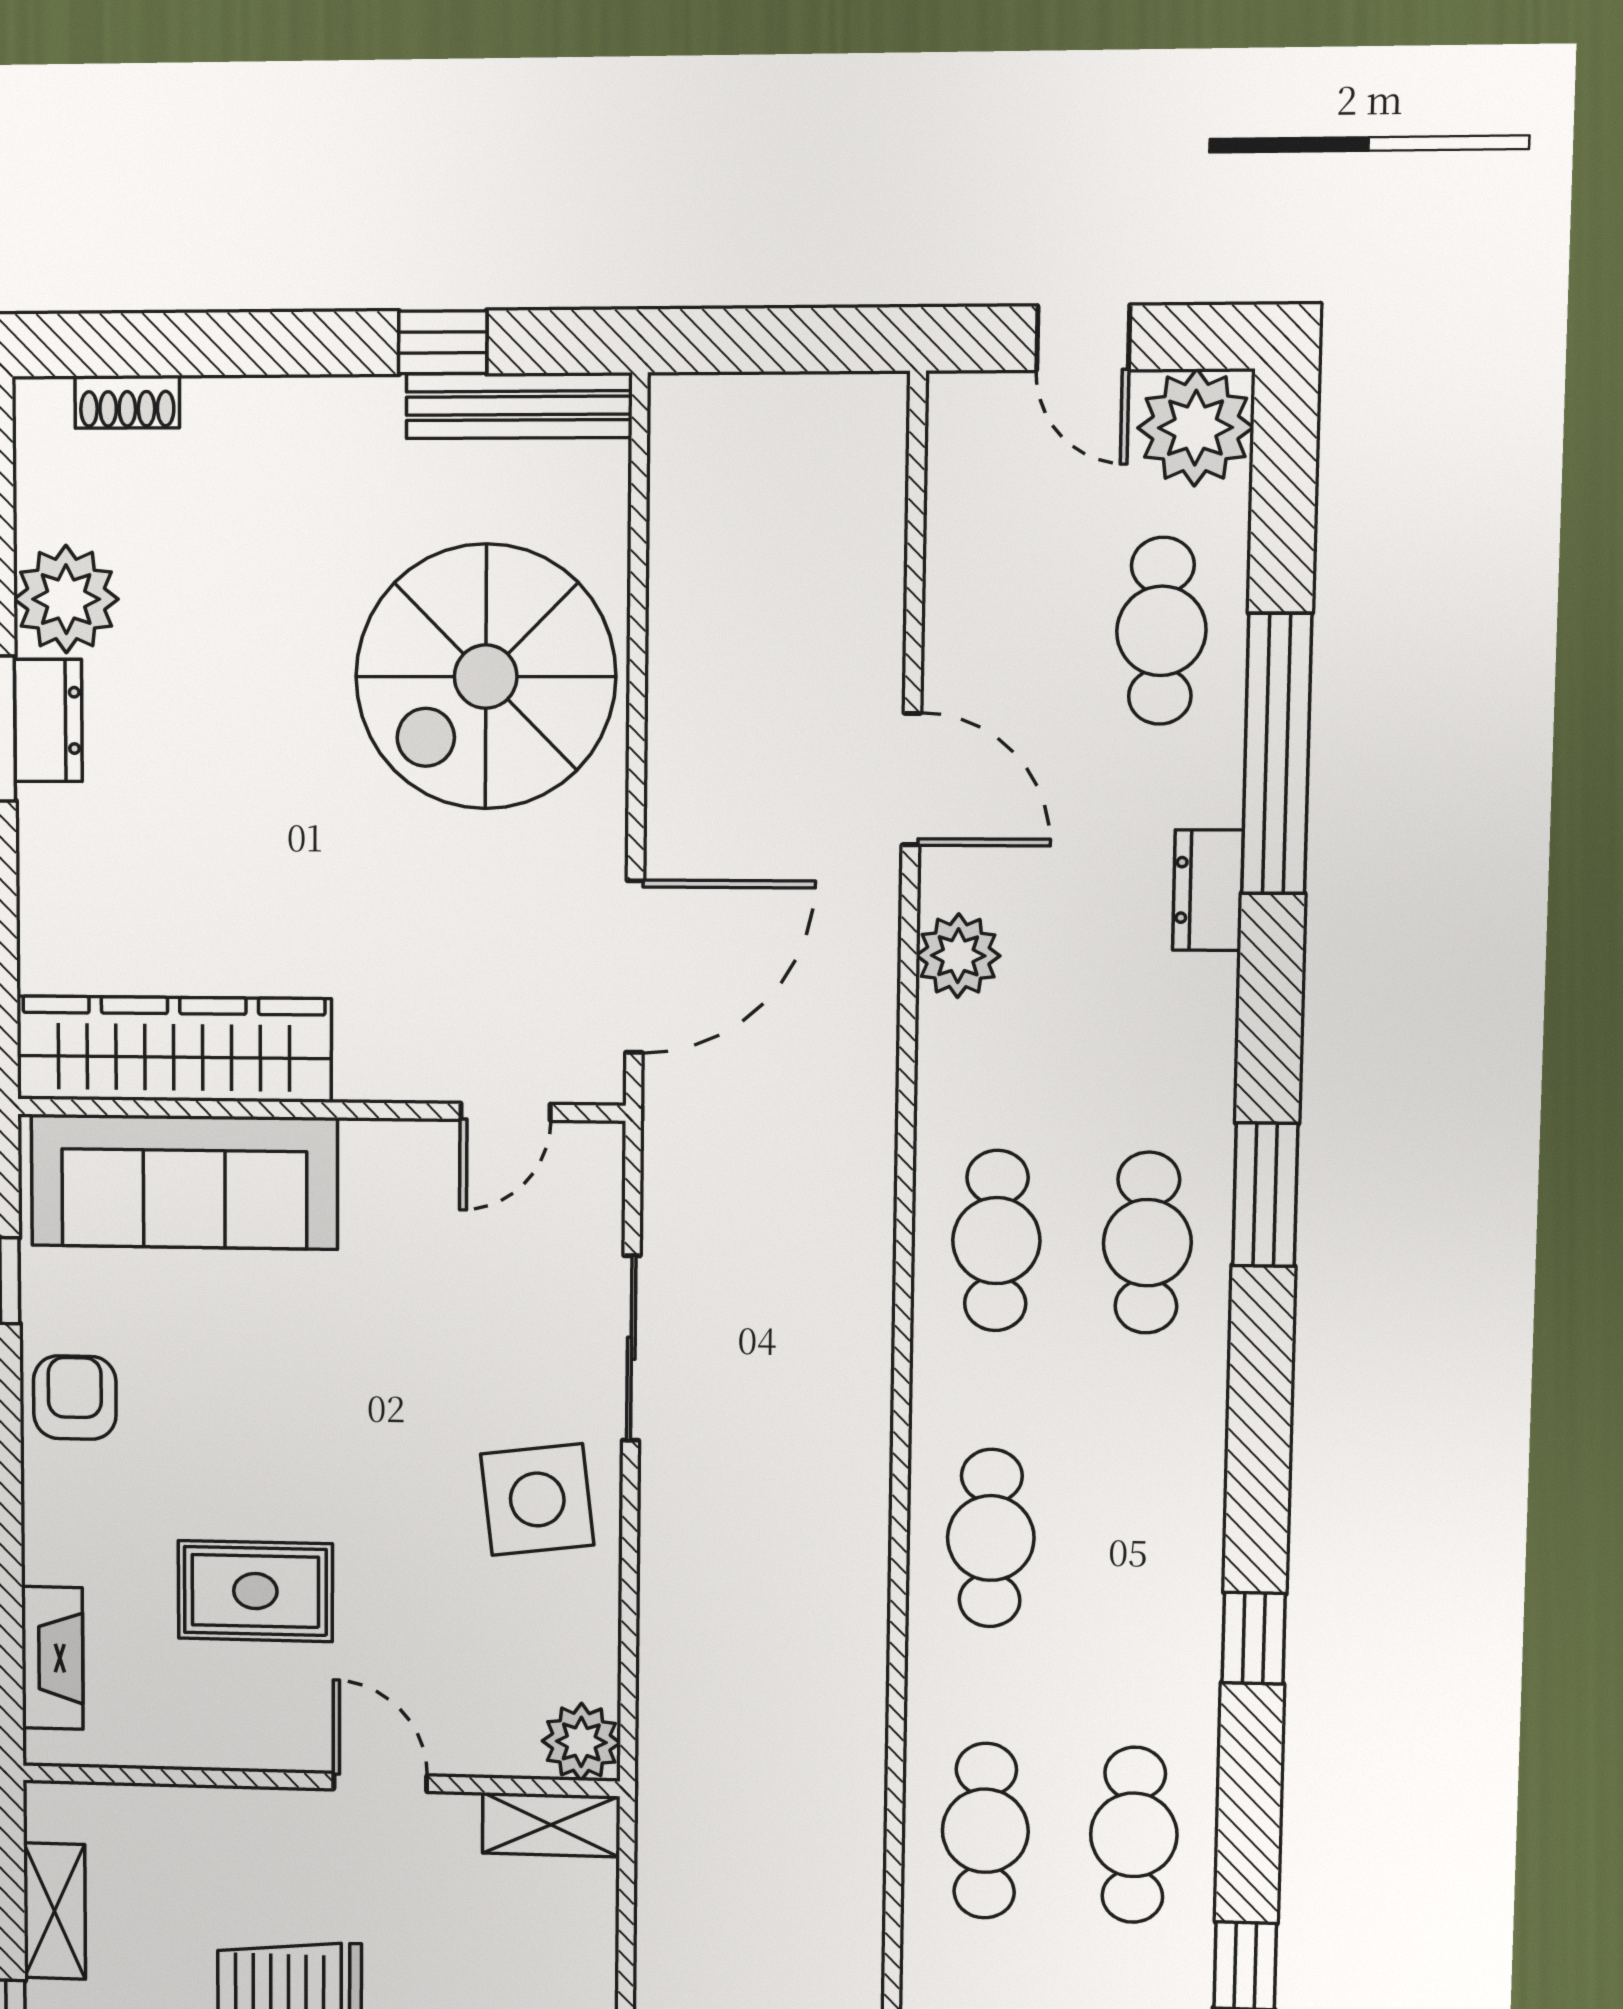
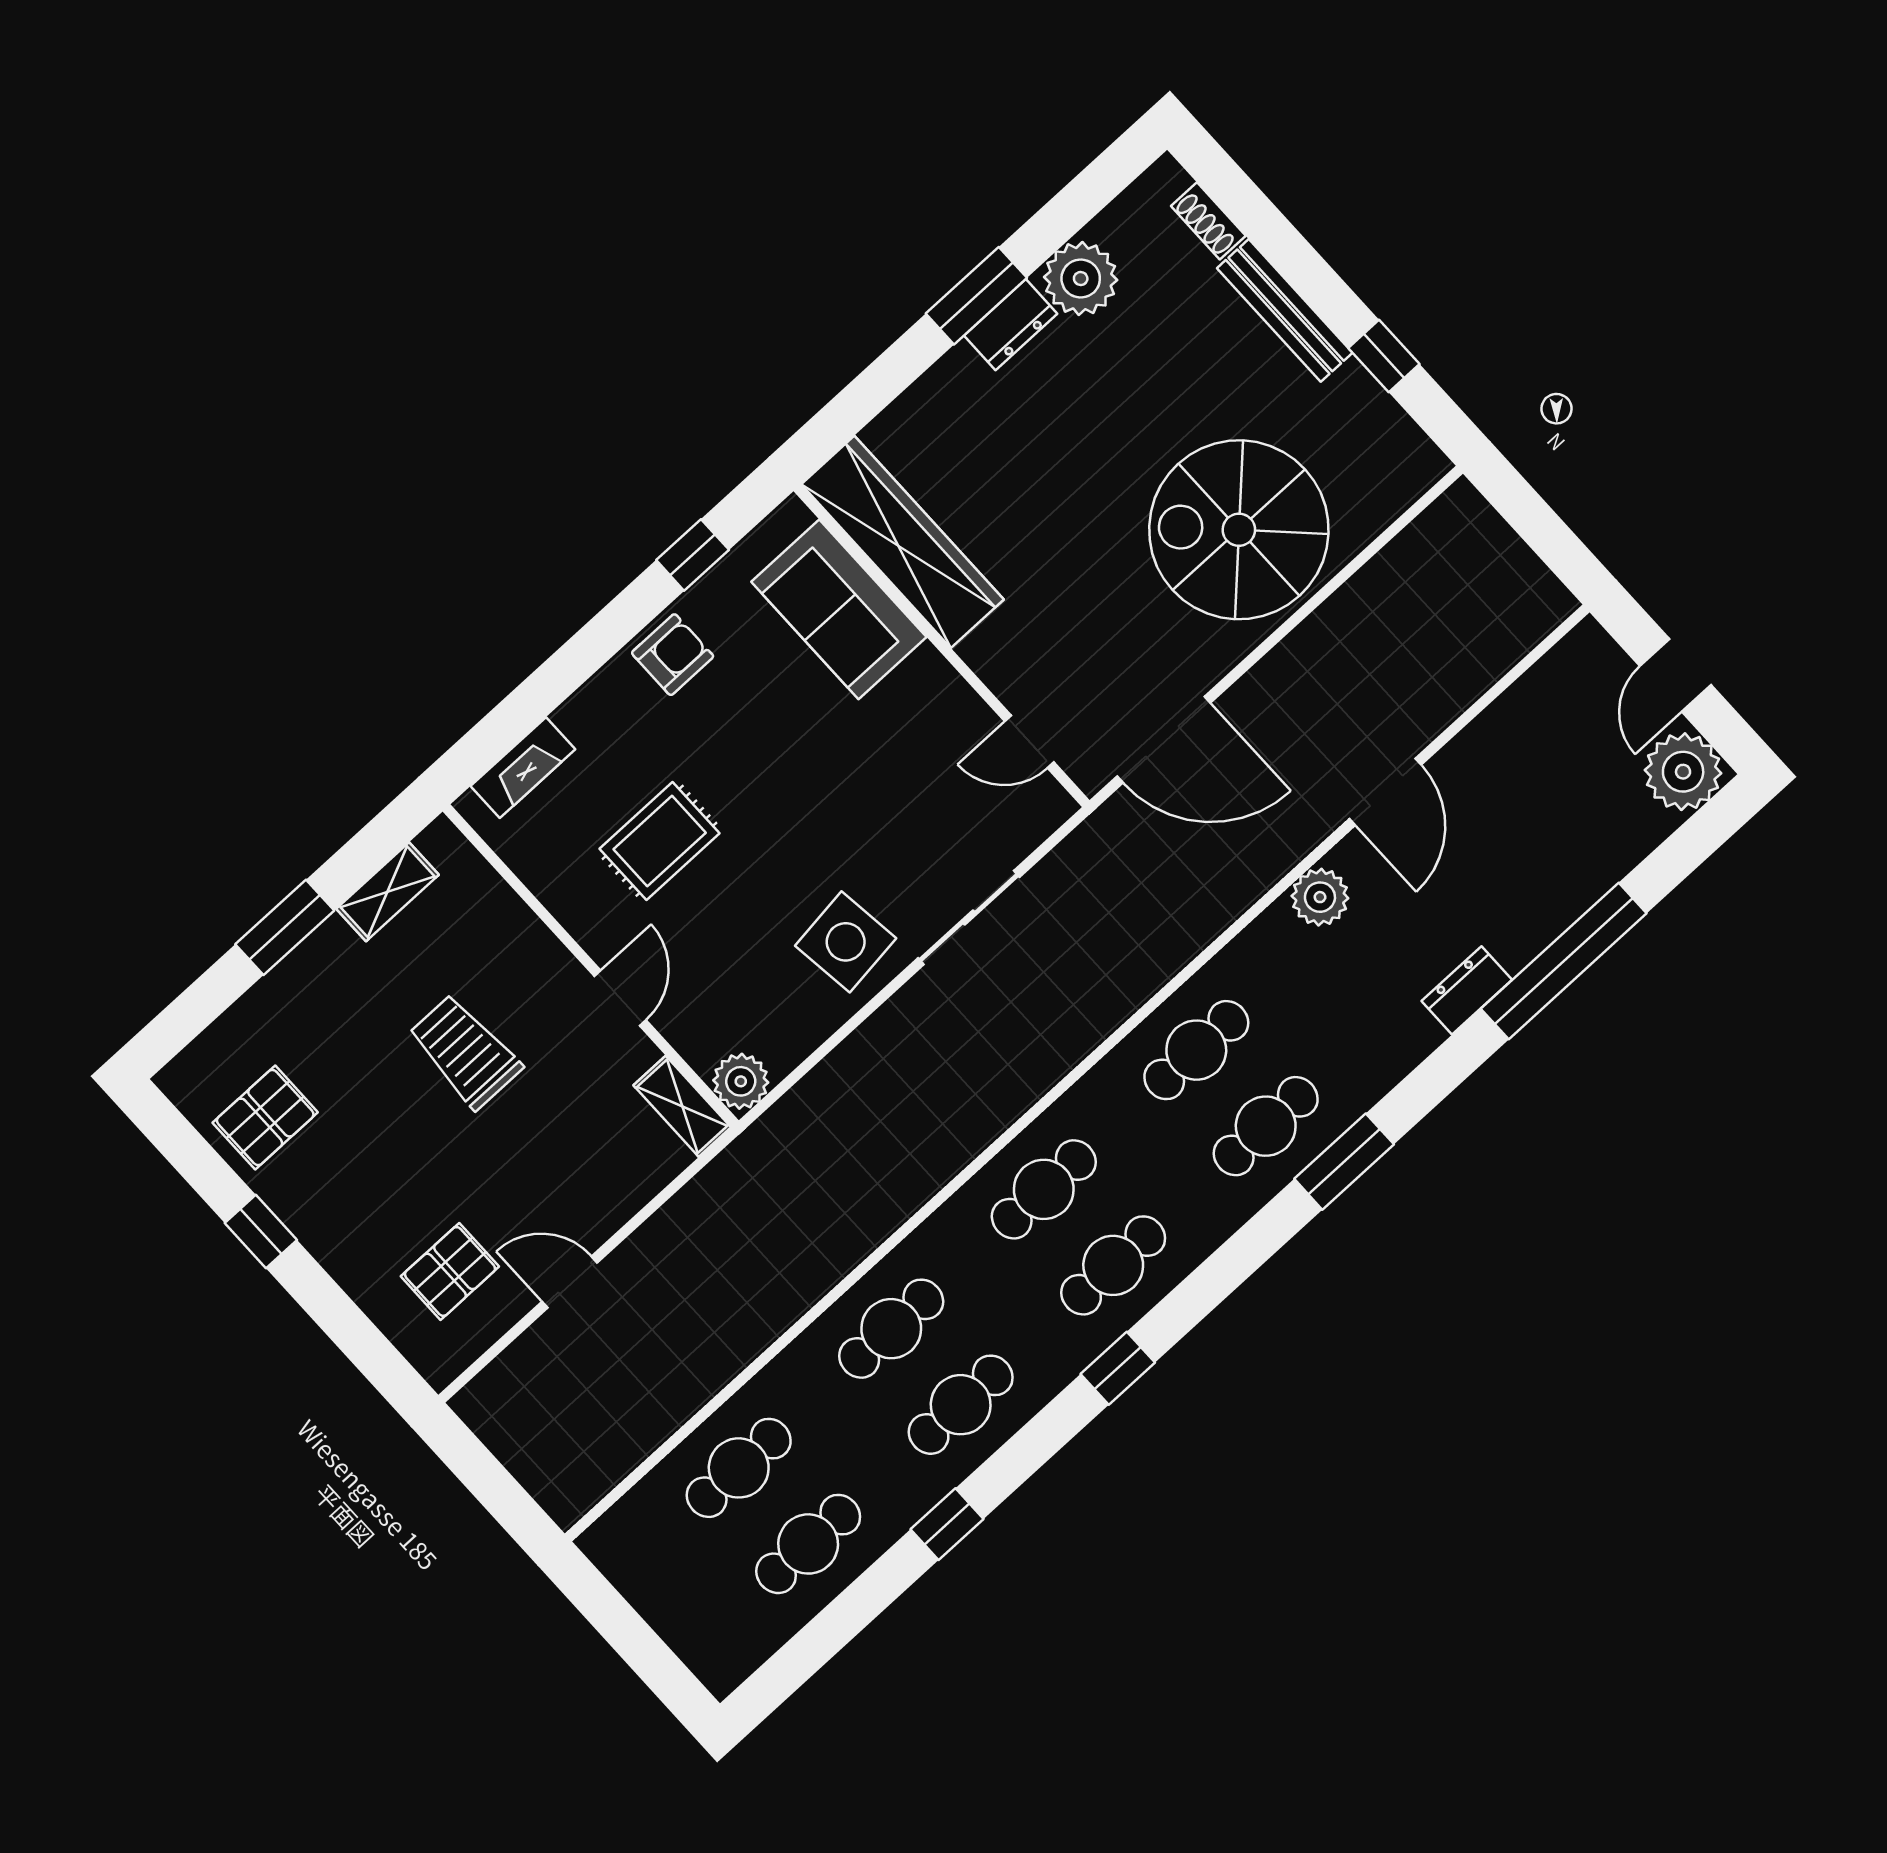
bench: (519, 406) -> (1285, 310), moved
cafe table: (1161, 631) -> (1113, 1265), moved
sofa: (184, 1182) -> (839, 609), width x0.73
rug: (255, 1591) -> (660, 841), turned 90

